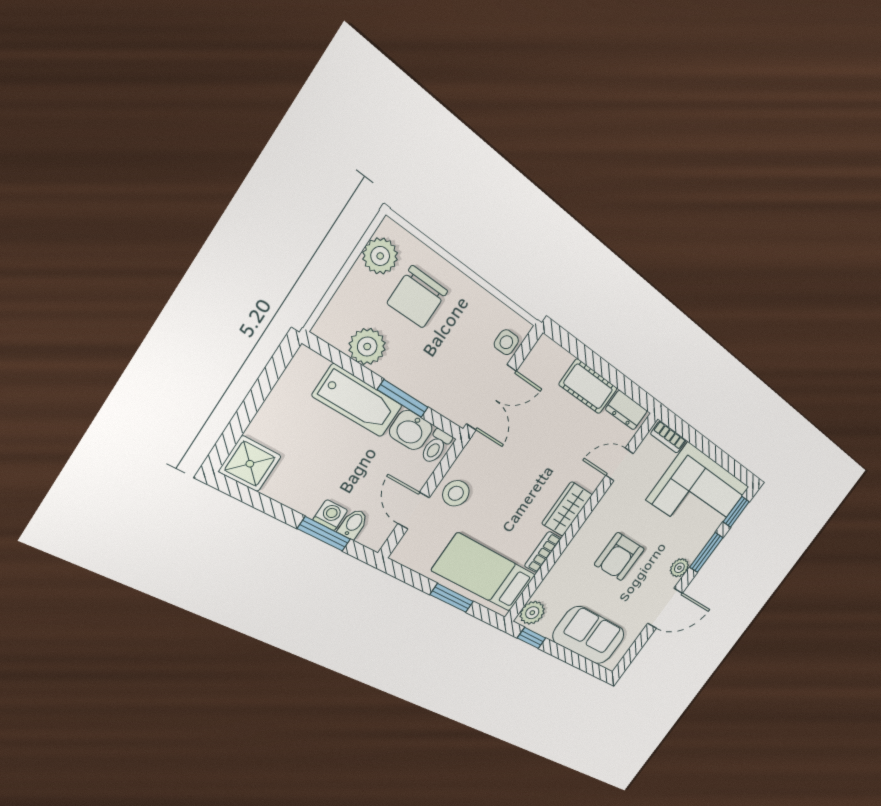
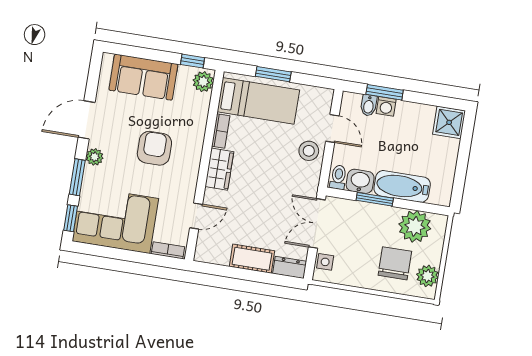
plant: (367, 347) -> (415, 226), width x1.36, depth x1.36
dresser: (626, 410) -> (290, 267), moved

